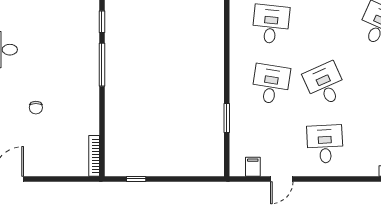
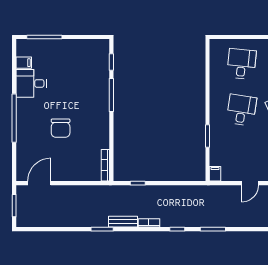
chair: (36, 108) -> (61, 128), width x1.87, depth x1.87
filing cabinet: (253, 167) -> (215, 174), moved

